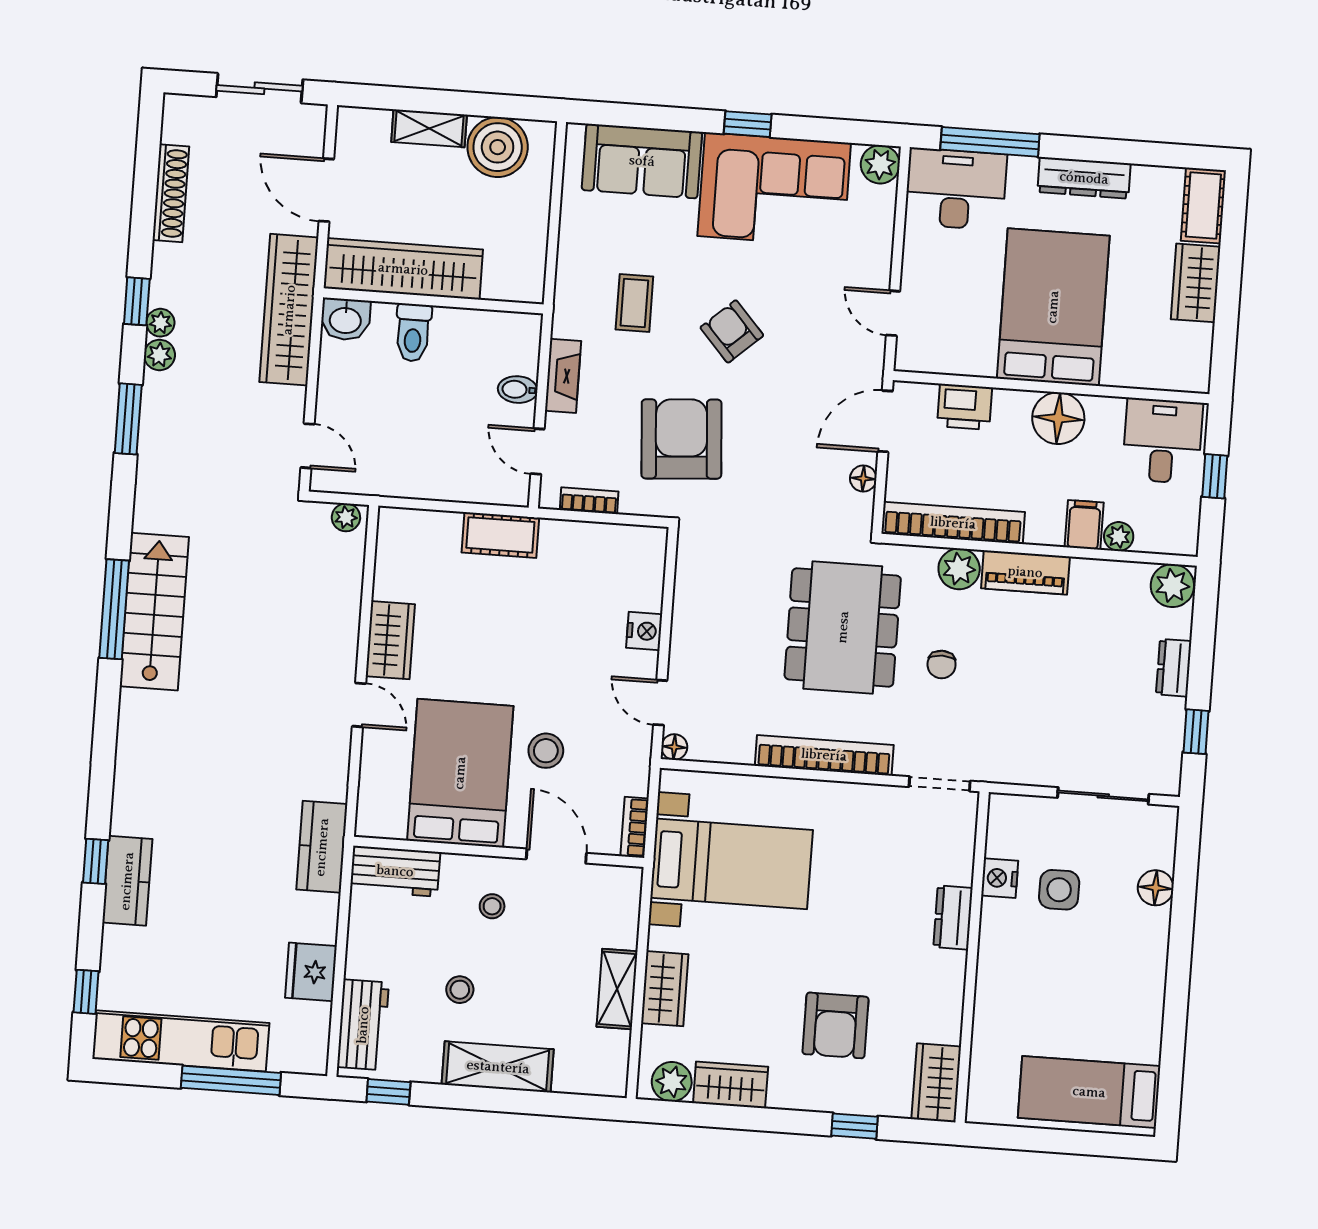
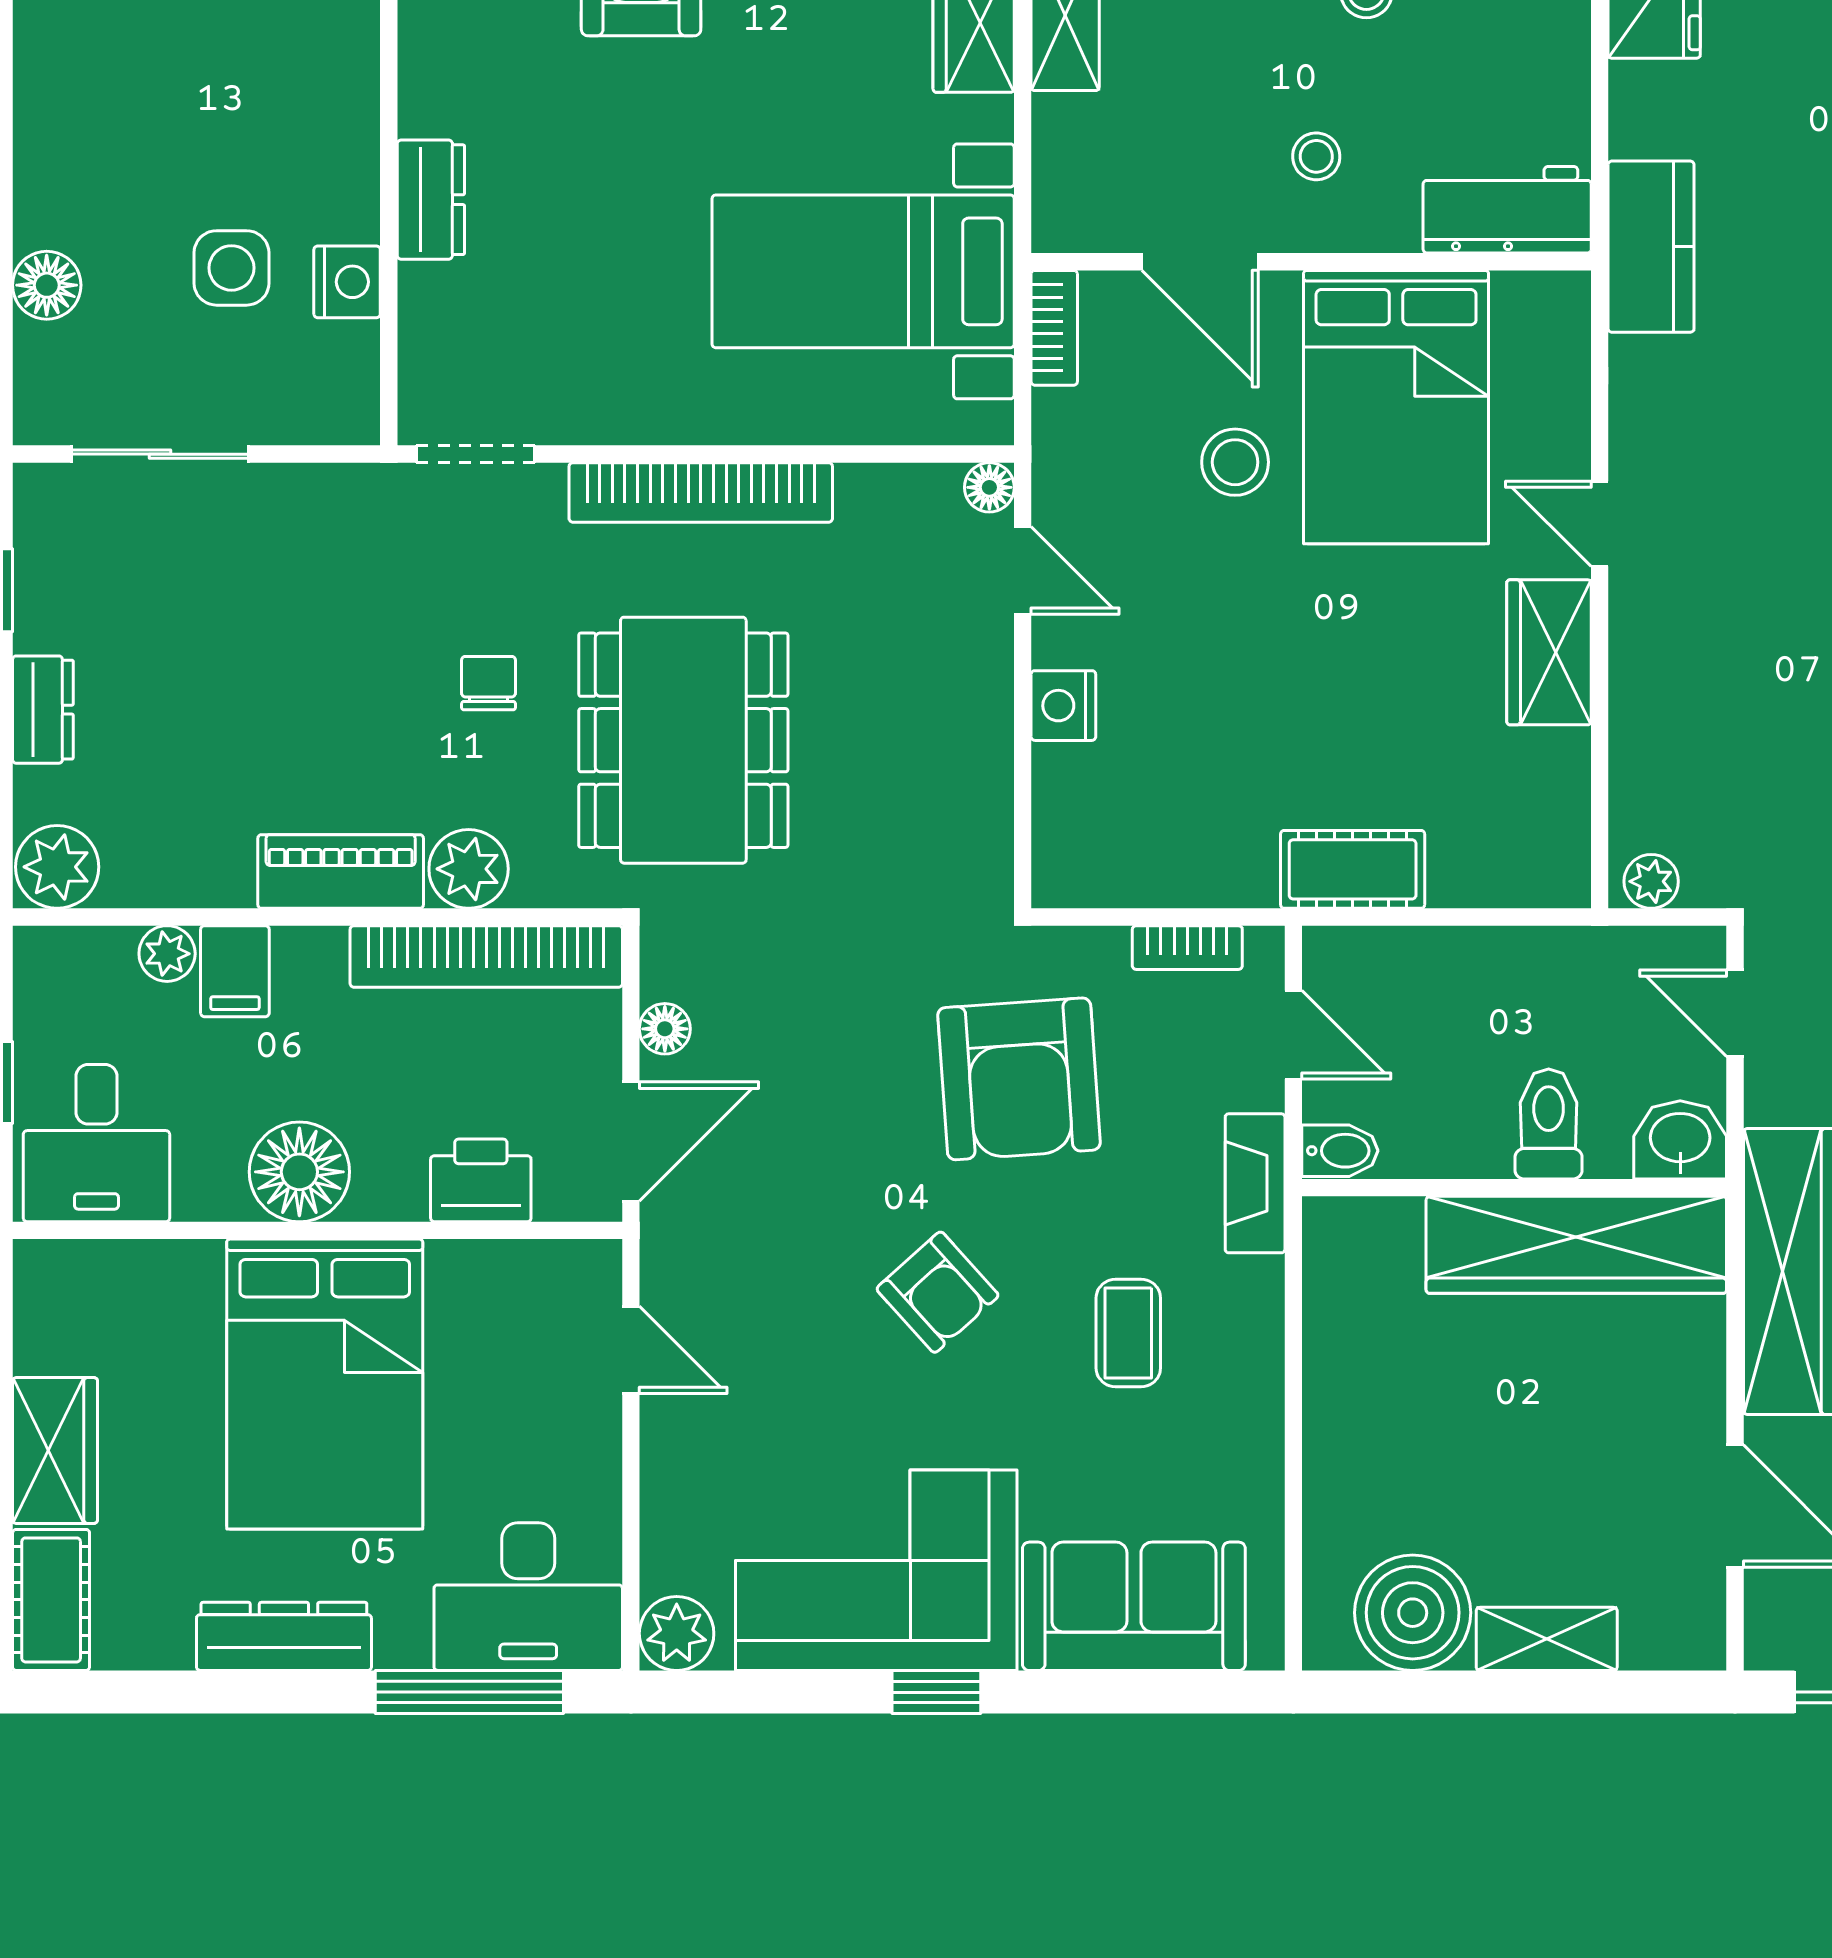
wardrobe: (403, 269) -> (1576, 1245), moved
wall: (433, 301) -> (1514, 1188), moved
washbasin: (345, 319) -> (1680, 1140), moved
toilet: (413, 333) -> (1549, 1124), moved

